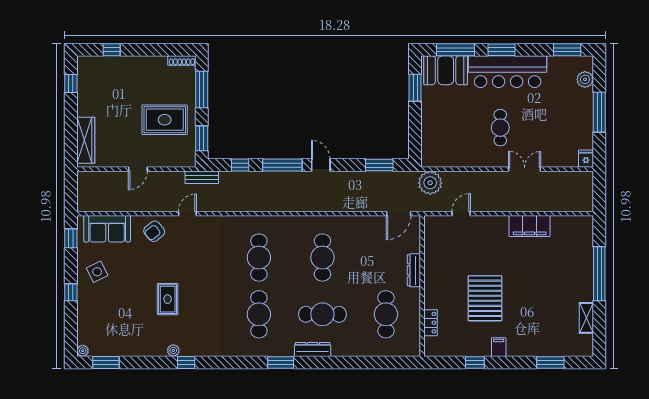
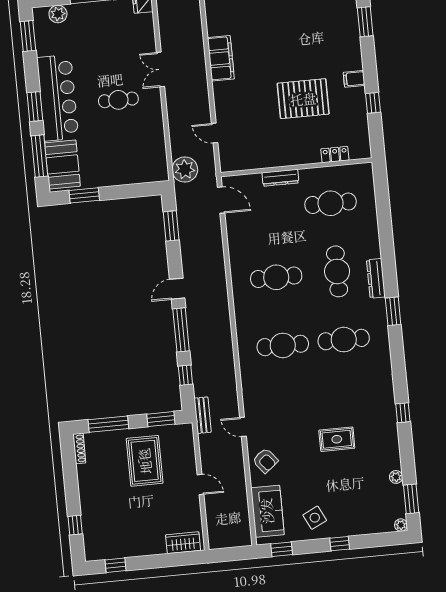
wardrobe: (86, 140) -> (183, 543), width x0.67
plant: (173, 350) -> (396, 477), moved

